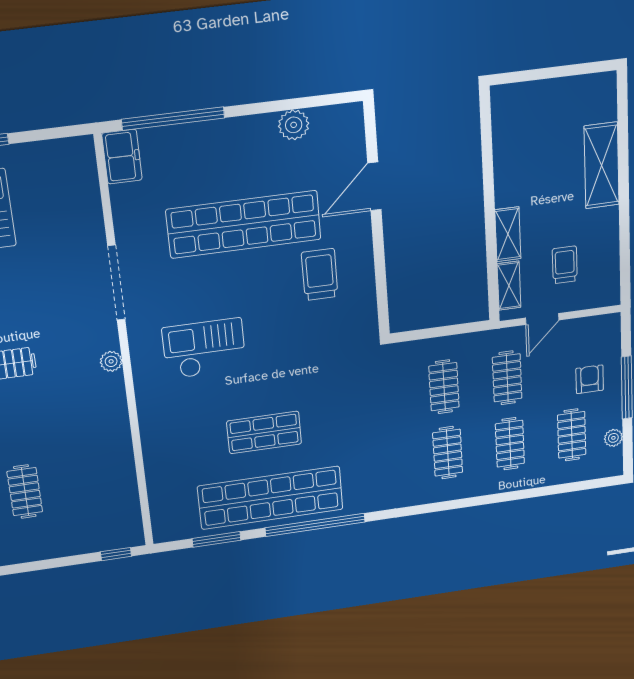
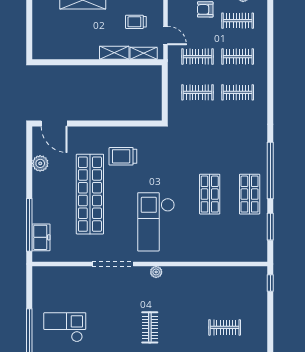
freezer: (122, 157) -> (41, 237), moved, turned 90
door: (374, 186) -> (54, 124), moved
checkout: (204, 349) -> (156, 222), width x1.36, depth x1.21
shop shelf: (271, 498) -> (250, 194), width x0.50, depth x0.74

